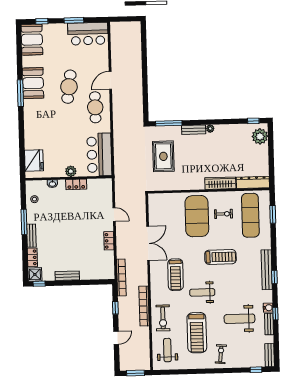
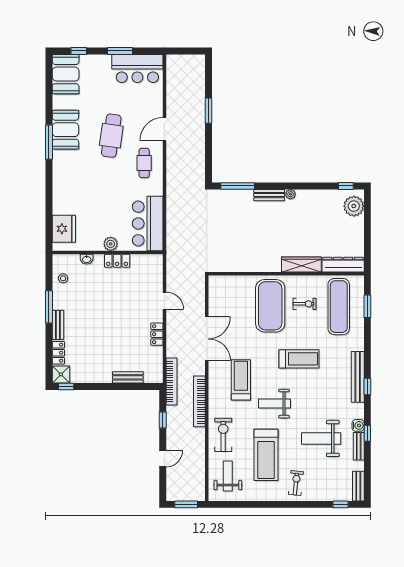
window: (144, 65) -> (209, 111), added
cafe table: (95, 107) -> (144, 163), width x0.73, depth x0.74
rug: (163, 156) -> (230, 228), removed
treadmill: (176, 275) -> (241, 380), turned 180
bench: (67, 276) -> (128, 377), moved
bookcase: (144, 306) -> (199, 401), moved
exercise bike: (163, 318) -> (223, 435), turned 180

